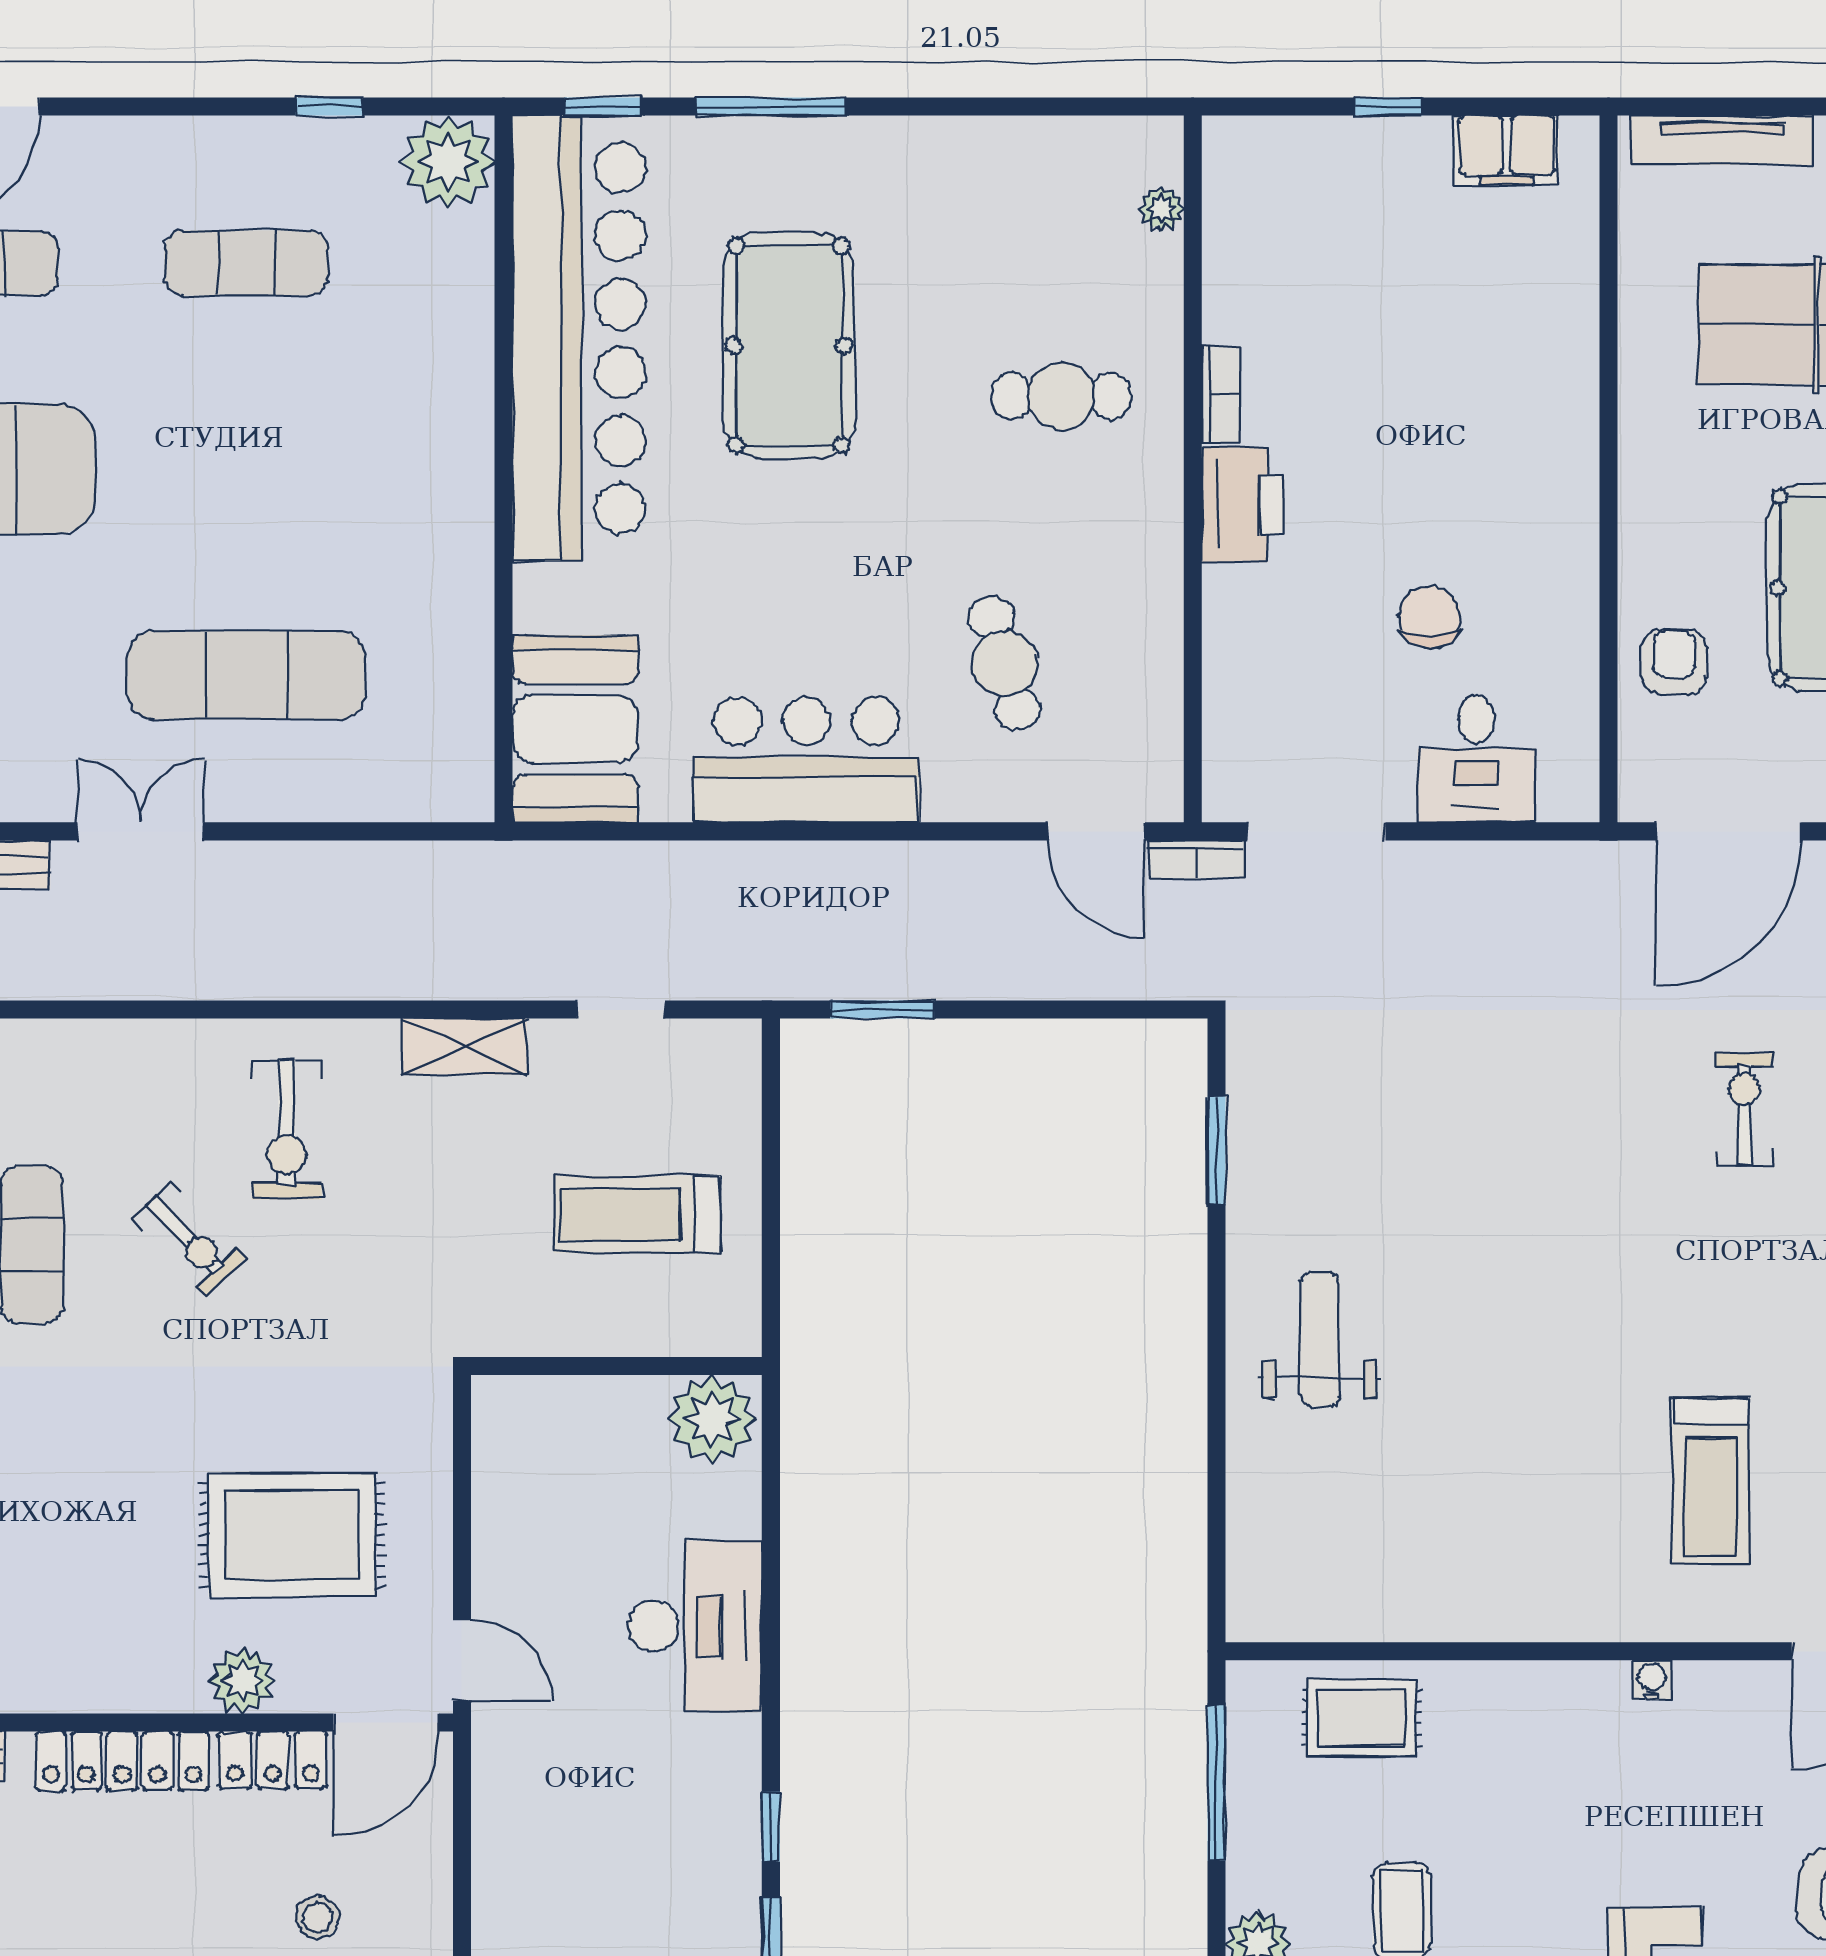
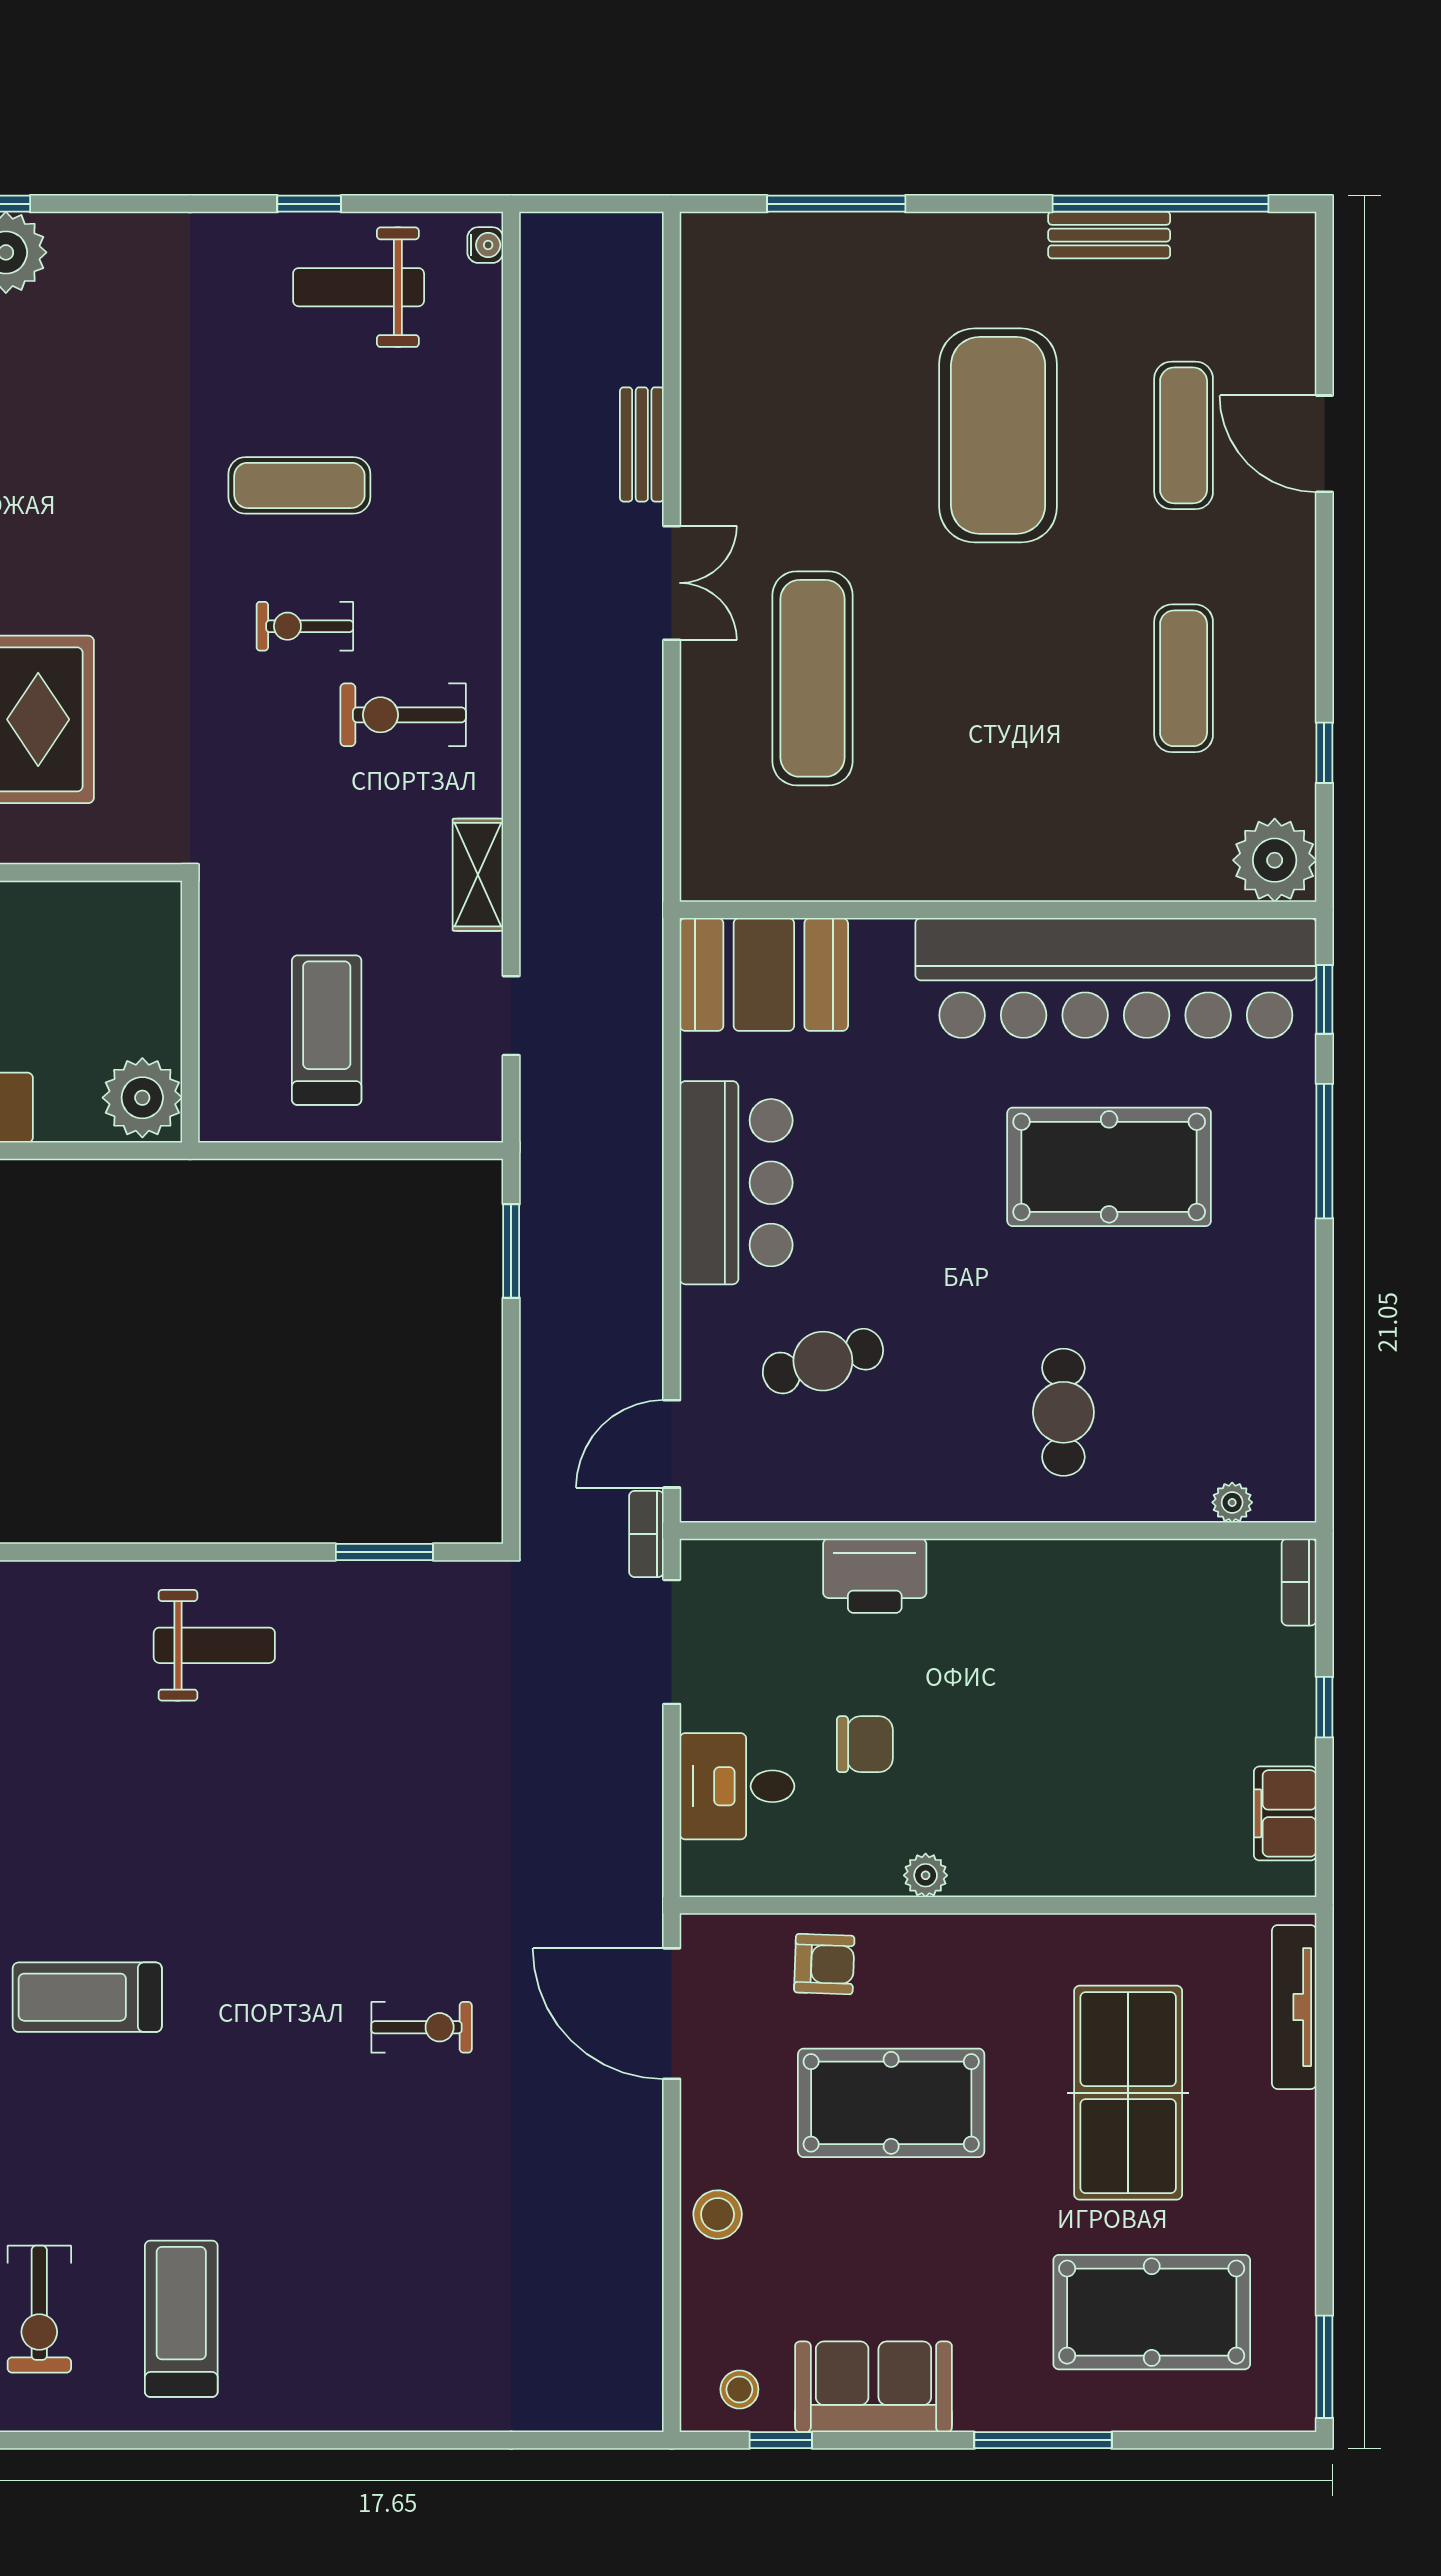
bookcase: (1221, 394) -> (1299, 1582), moved, turned 90
printer: (1243, 505) -> (875, 1576), moved
plant: (1575, 549) -> (926, 1875), added
exercise bike: (188, 1239) -> (305, 626), turned 44

